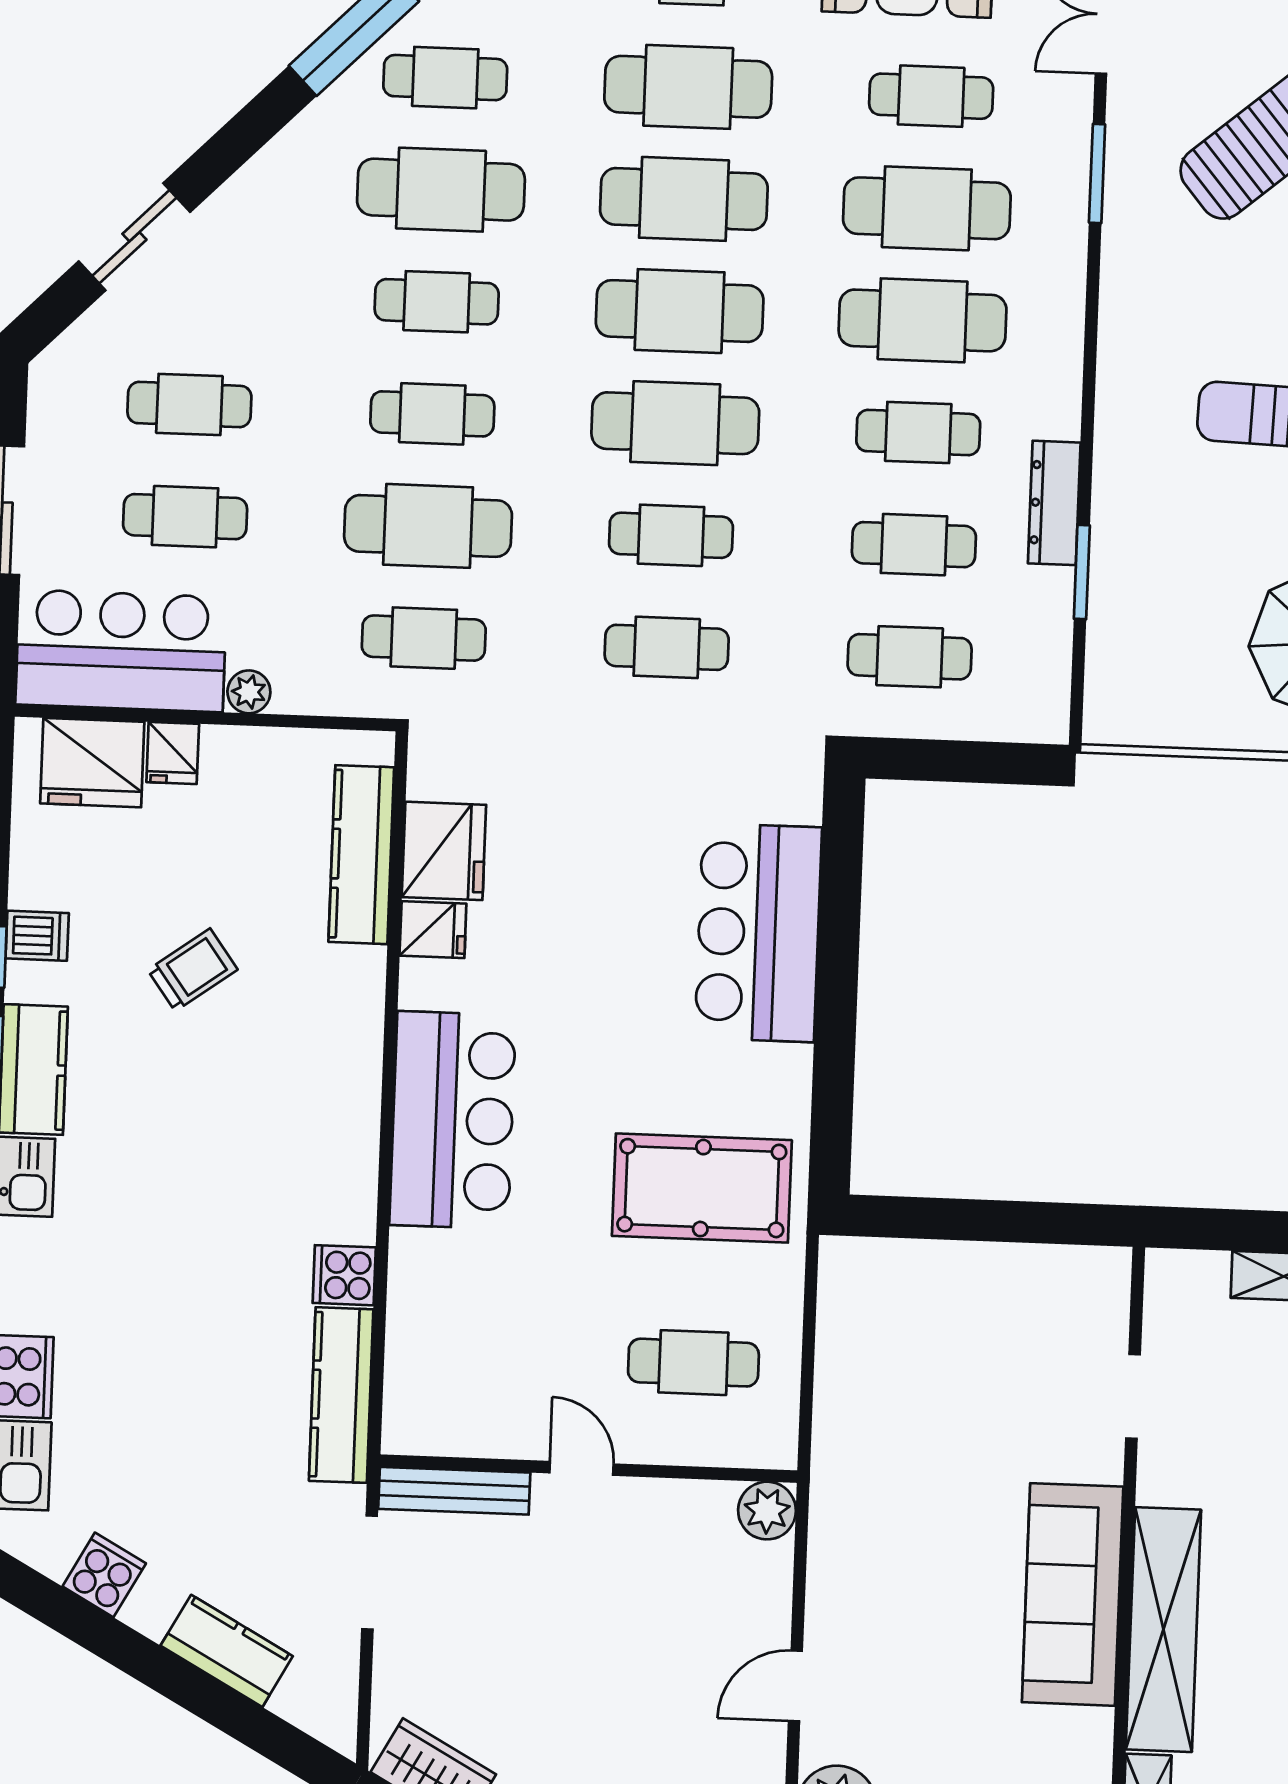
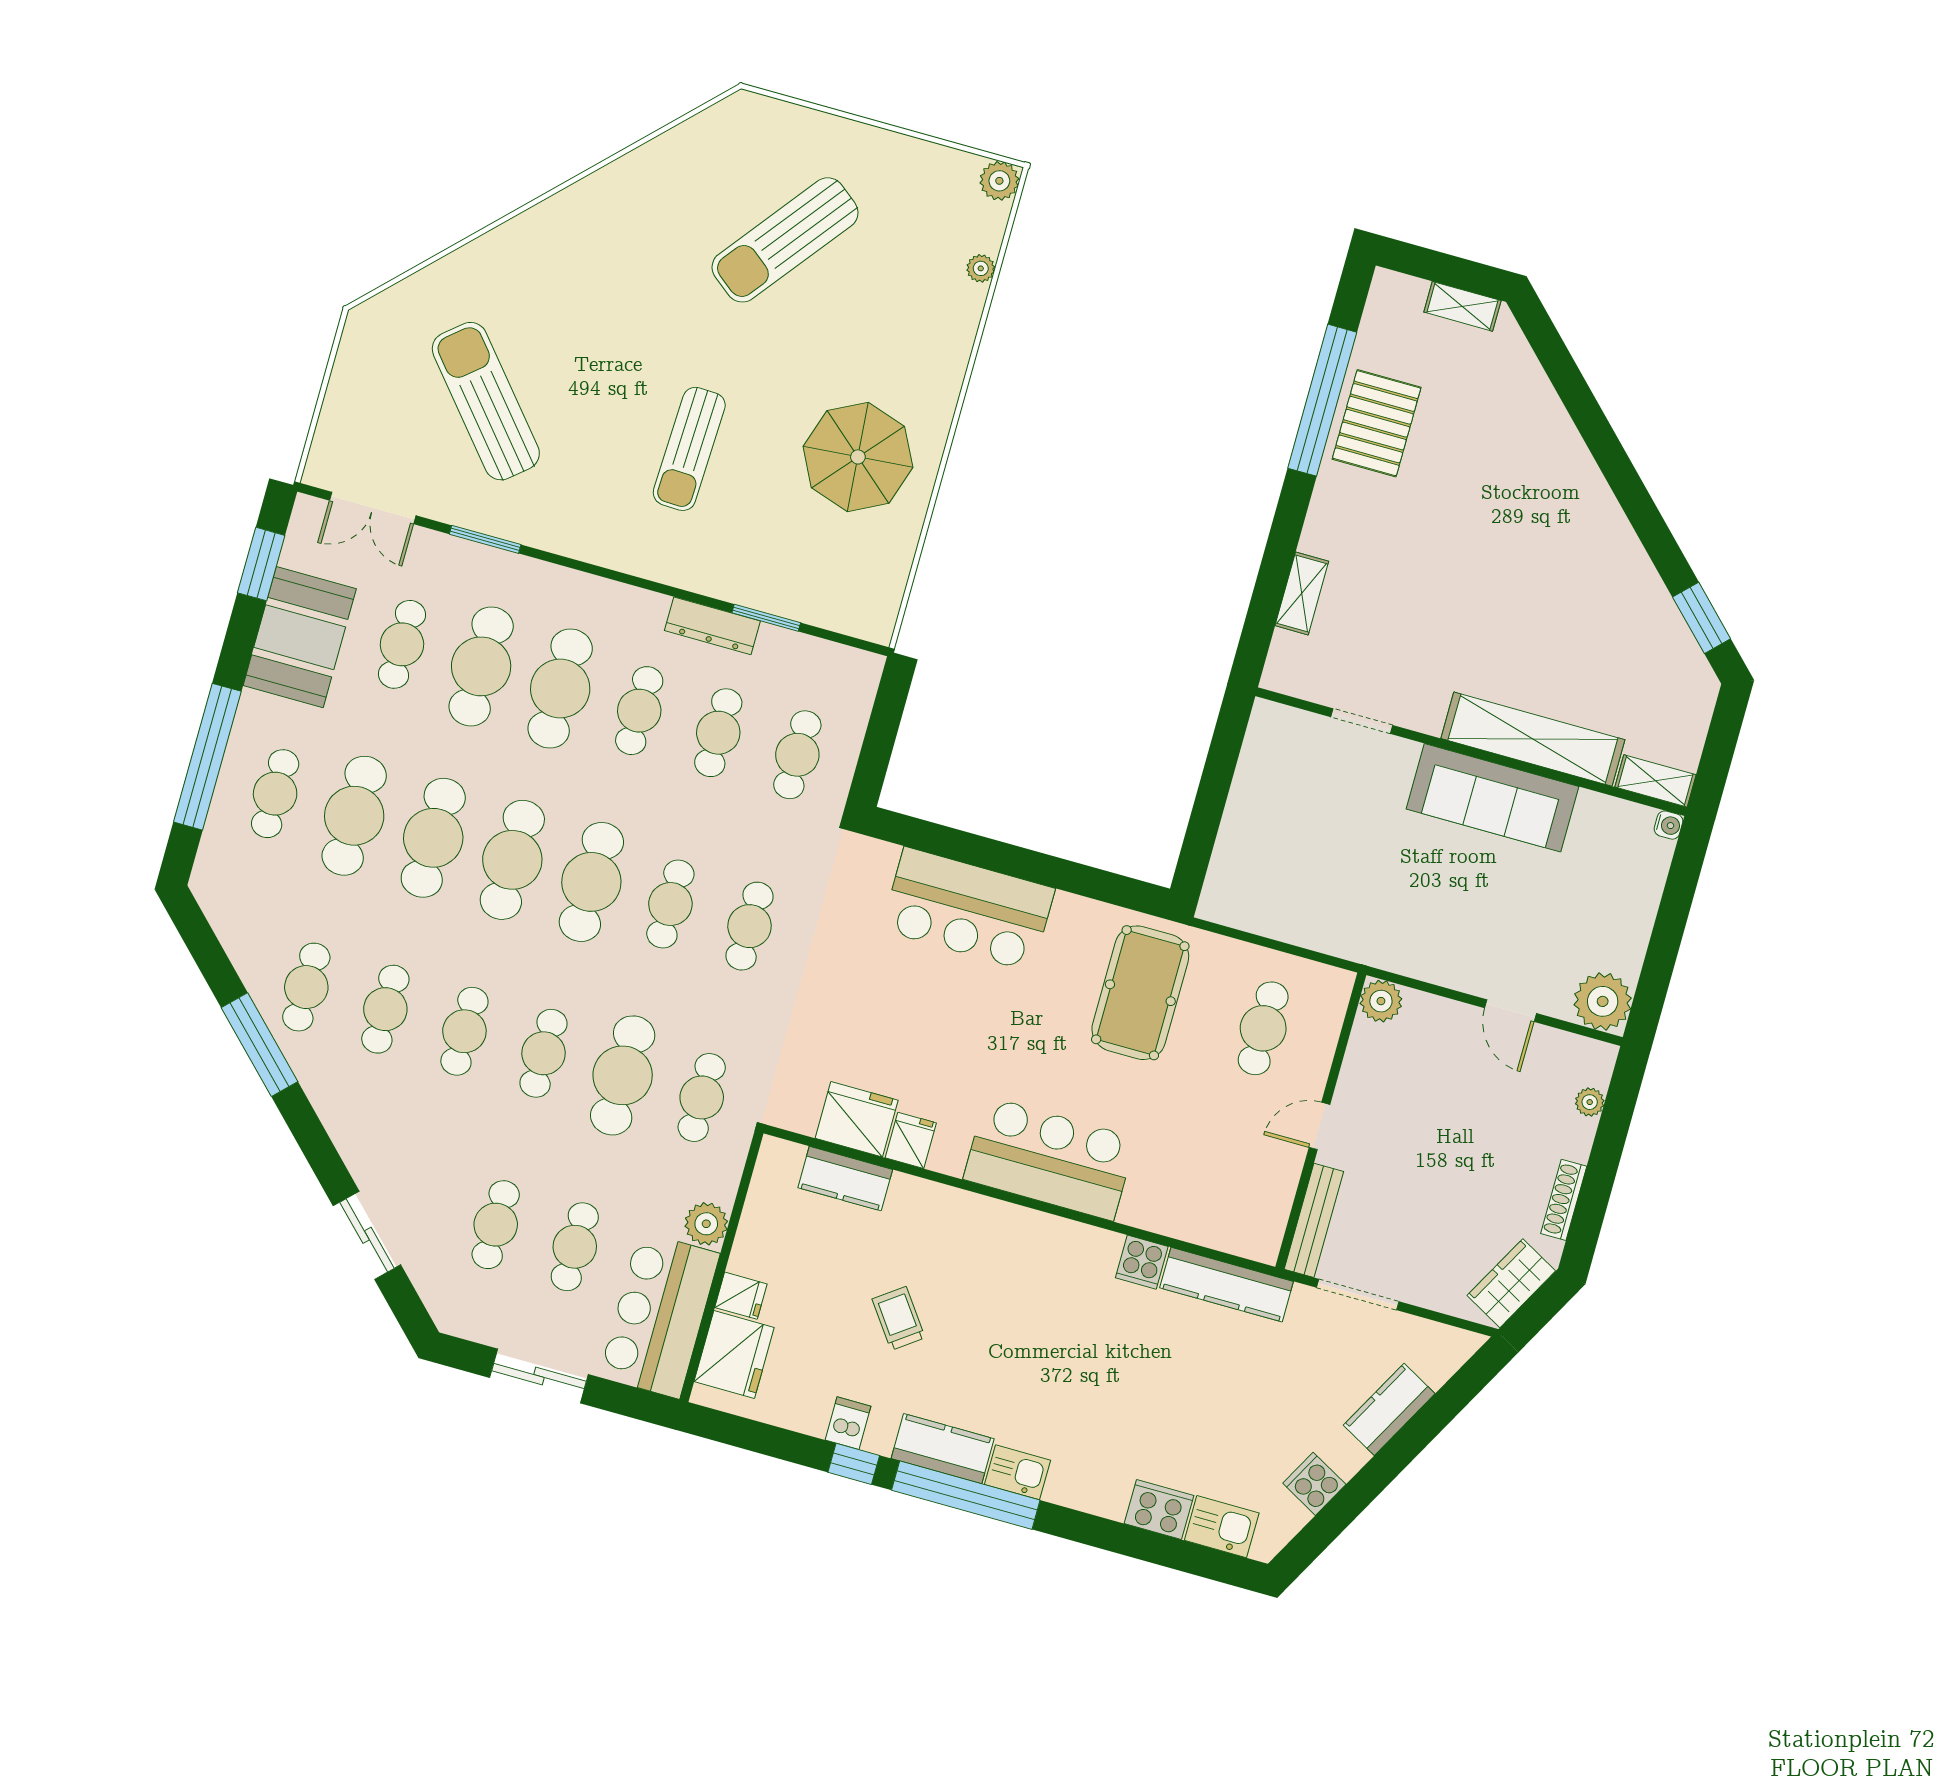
cafe table: (441, 190) -> (385, 1009), width x0.73, depth x0.74
plant: (249, 692) -> (706, 1224), width x1.38, depth x1.38
kitchen counter: (361, 855) -> (845, 1179), width x0.67

